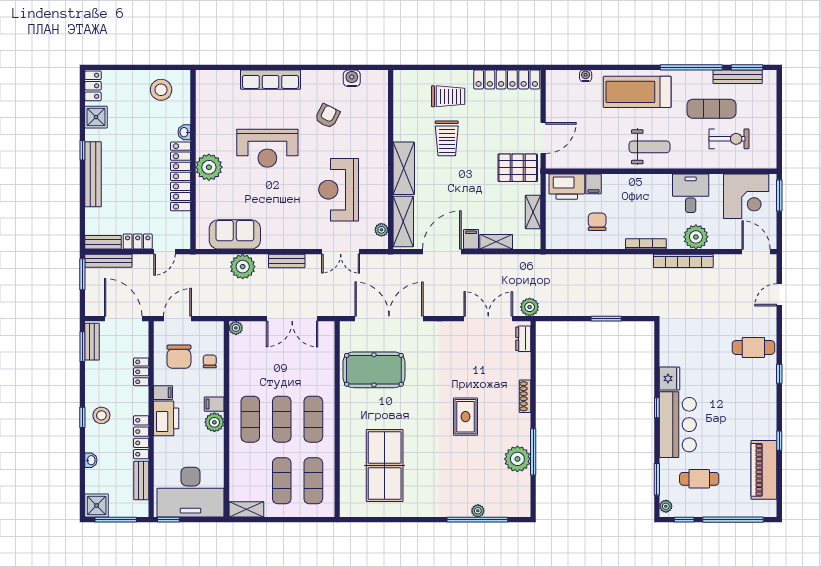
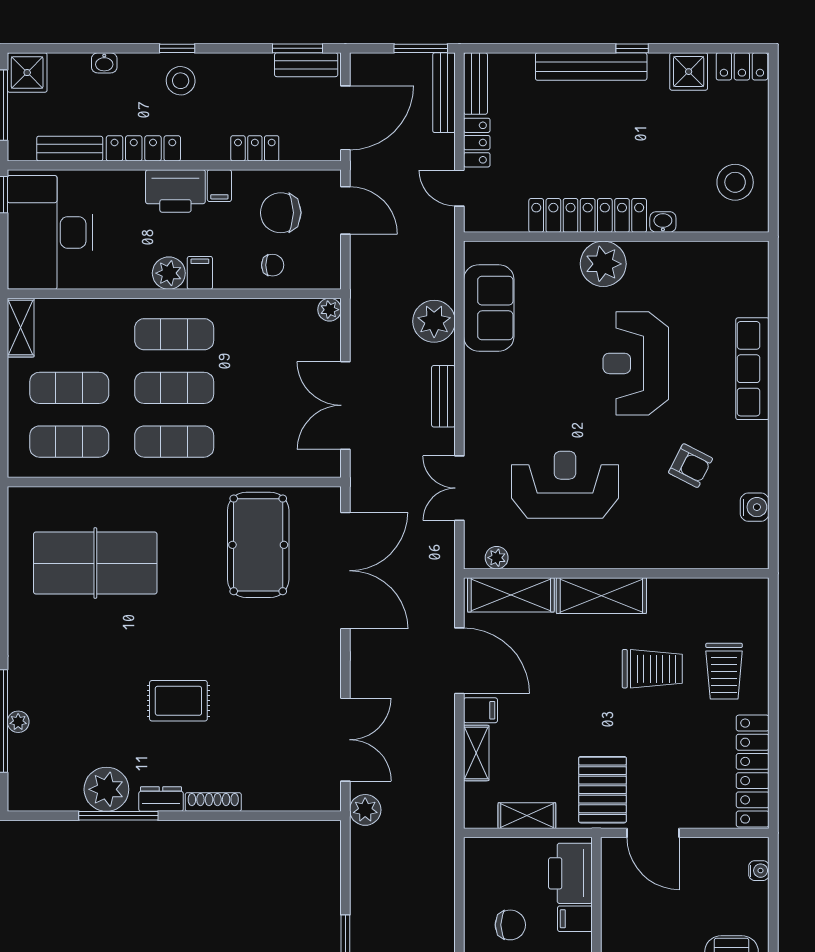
water cooler: (586, 76) -> (759, 871), moved
trolley: (447, 138) -> (652, 669), turned 180
dresser: (523, 339) -> (161, 799), moved

